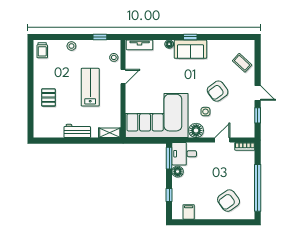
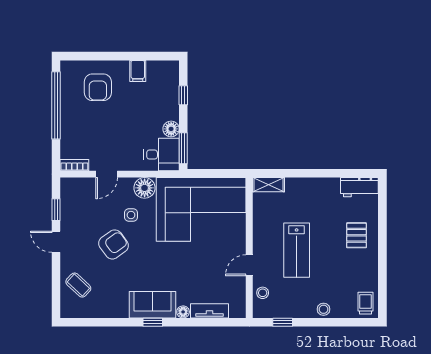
tv unit: (140, 45) -> (209, 311), moved
workbench: (77, 131) -> (359, 187), moved
armchair: (229, 201) -> (98, 87), turned 126
filing cabinet: (189, 212) -> (138, 71), moved

